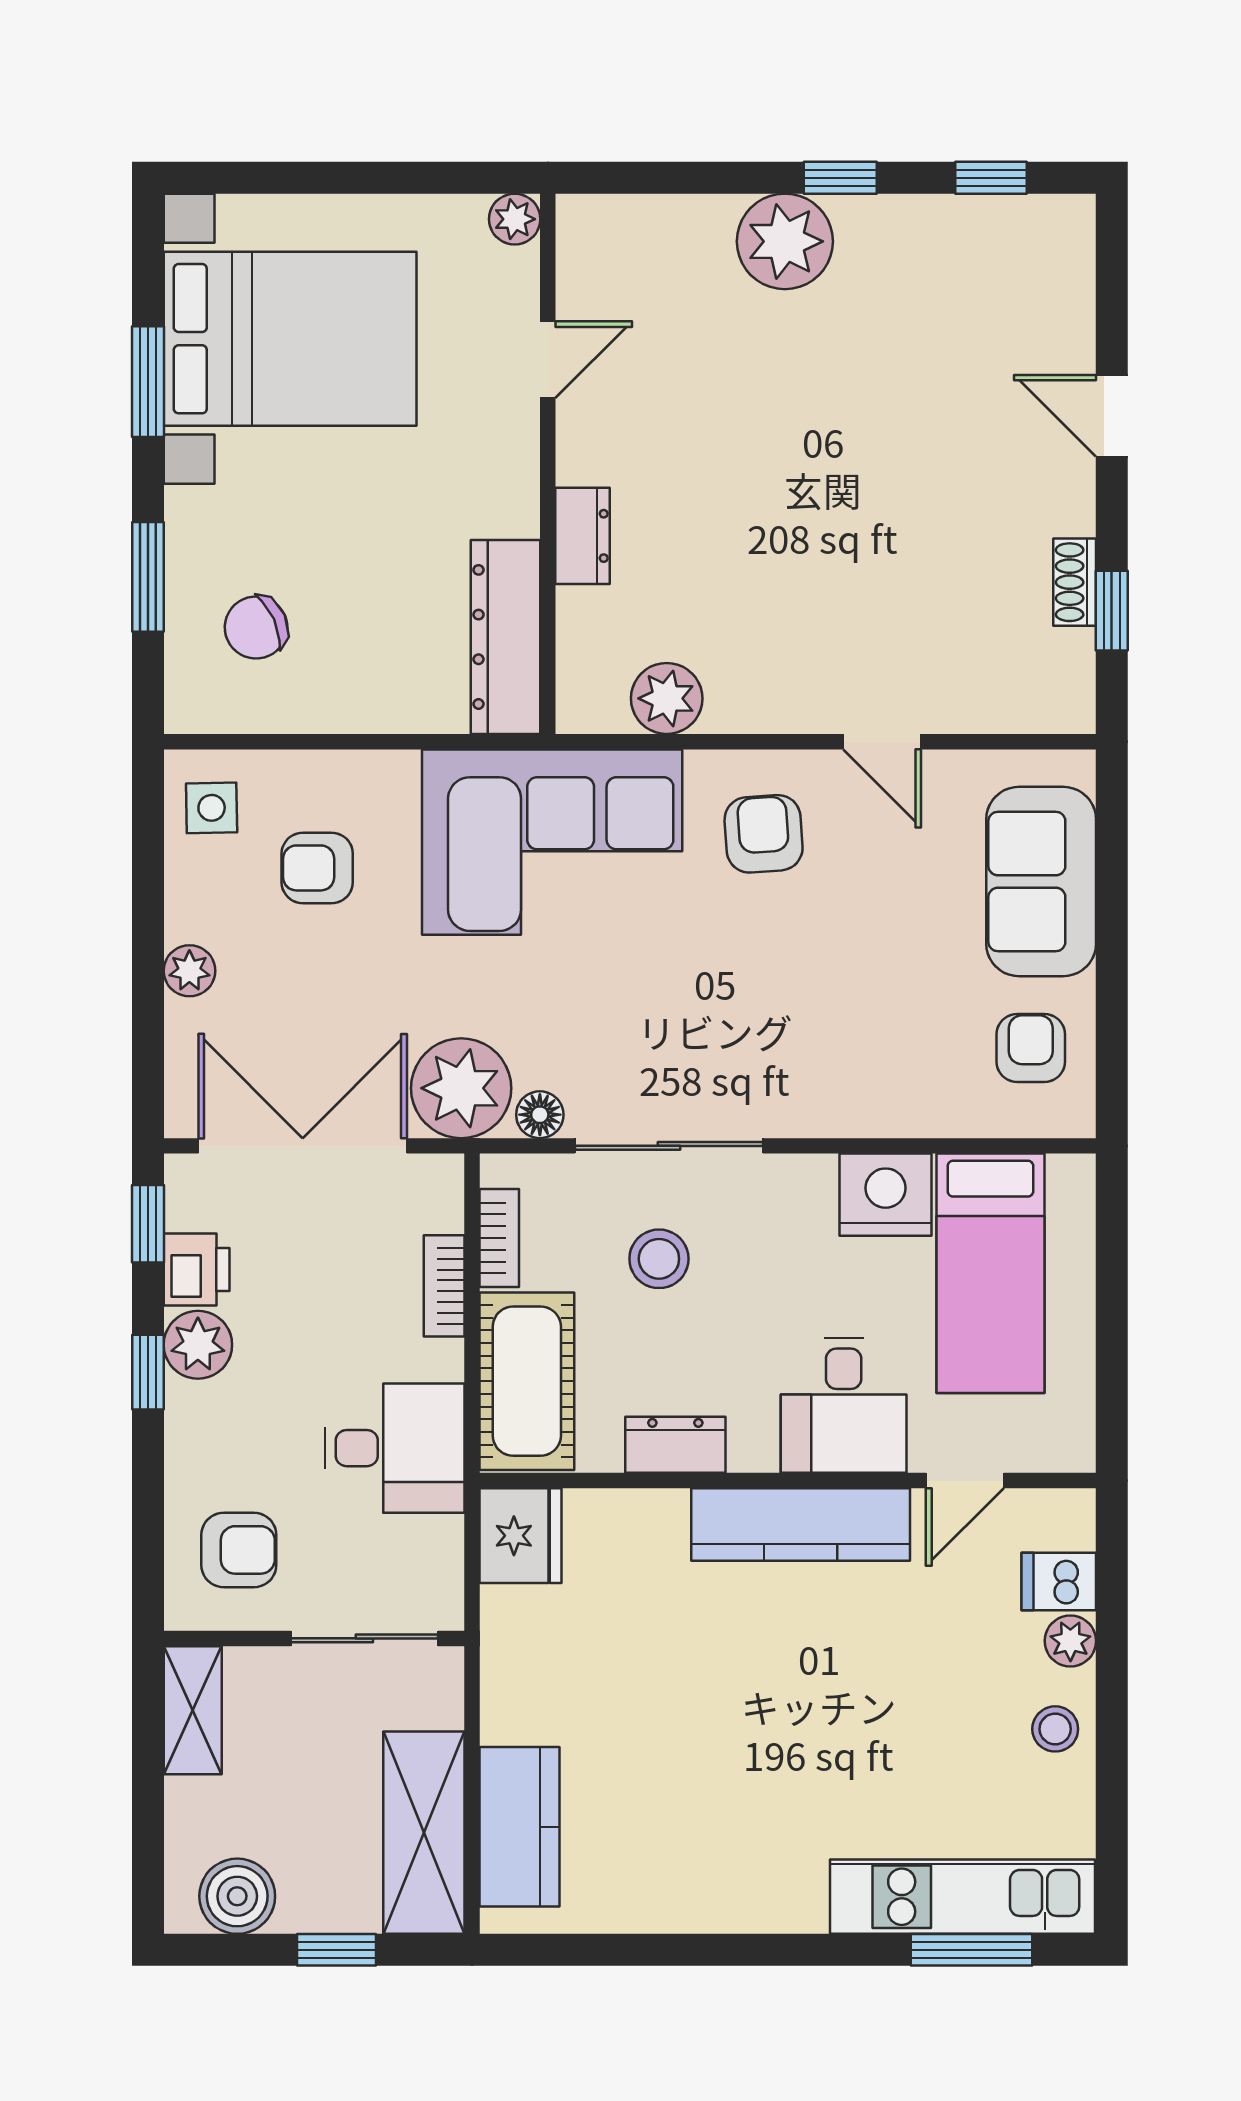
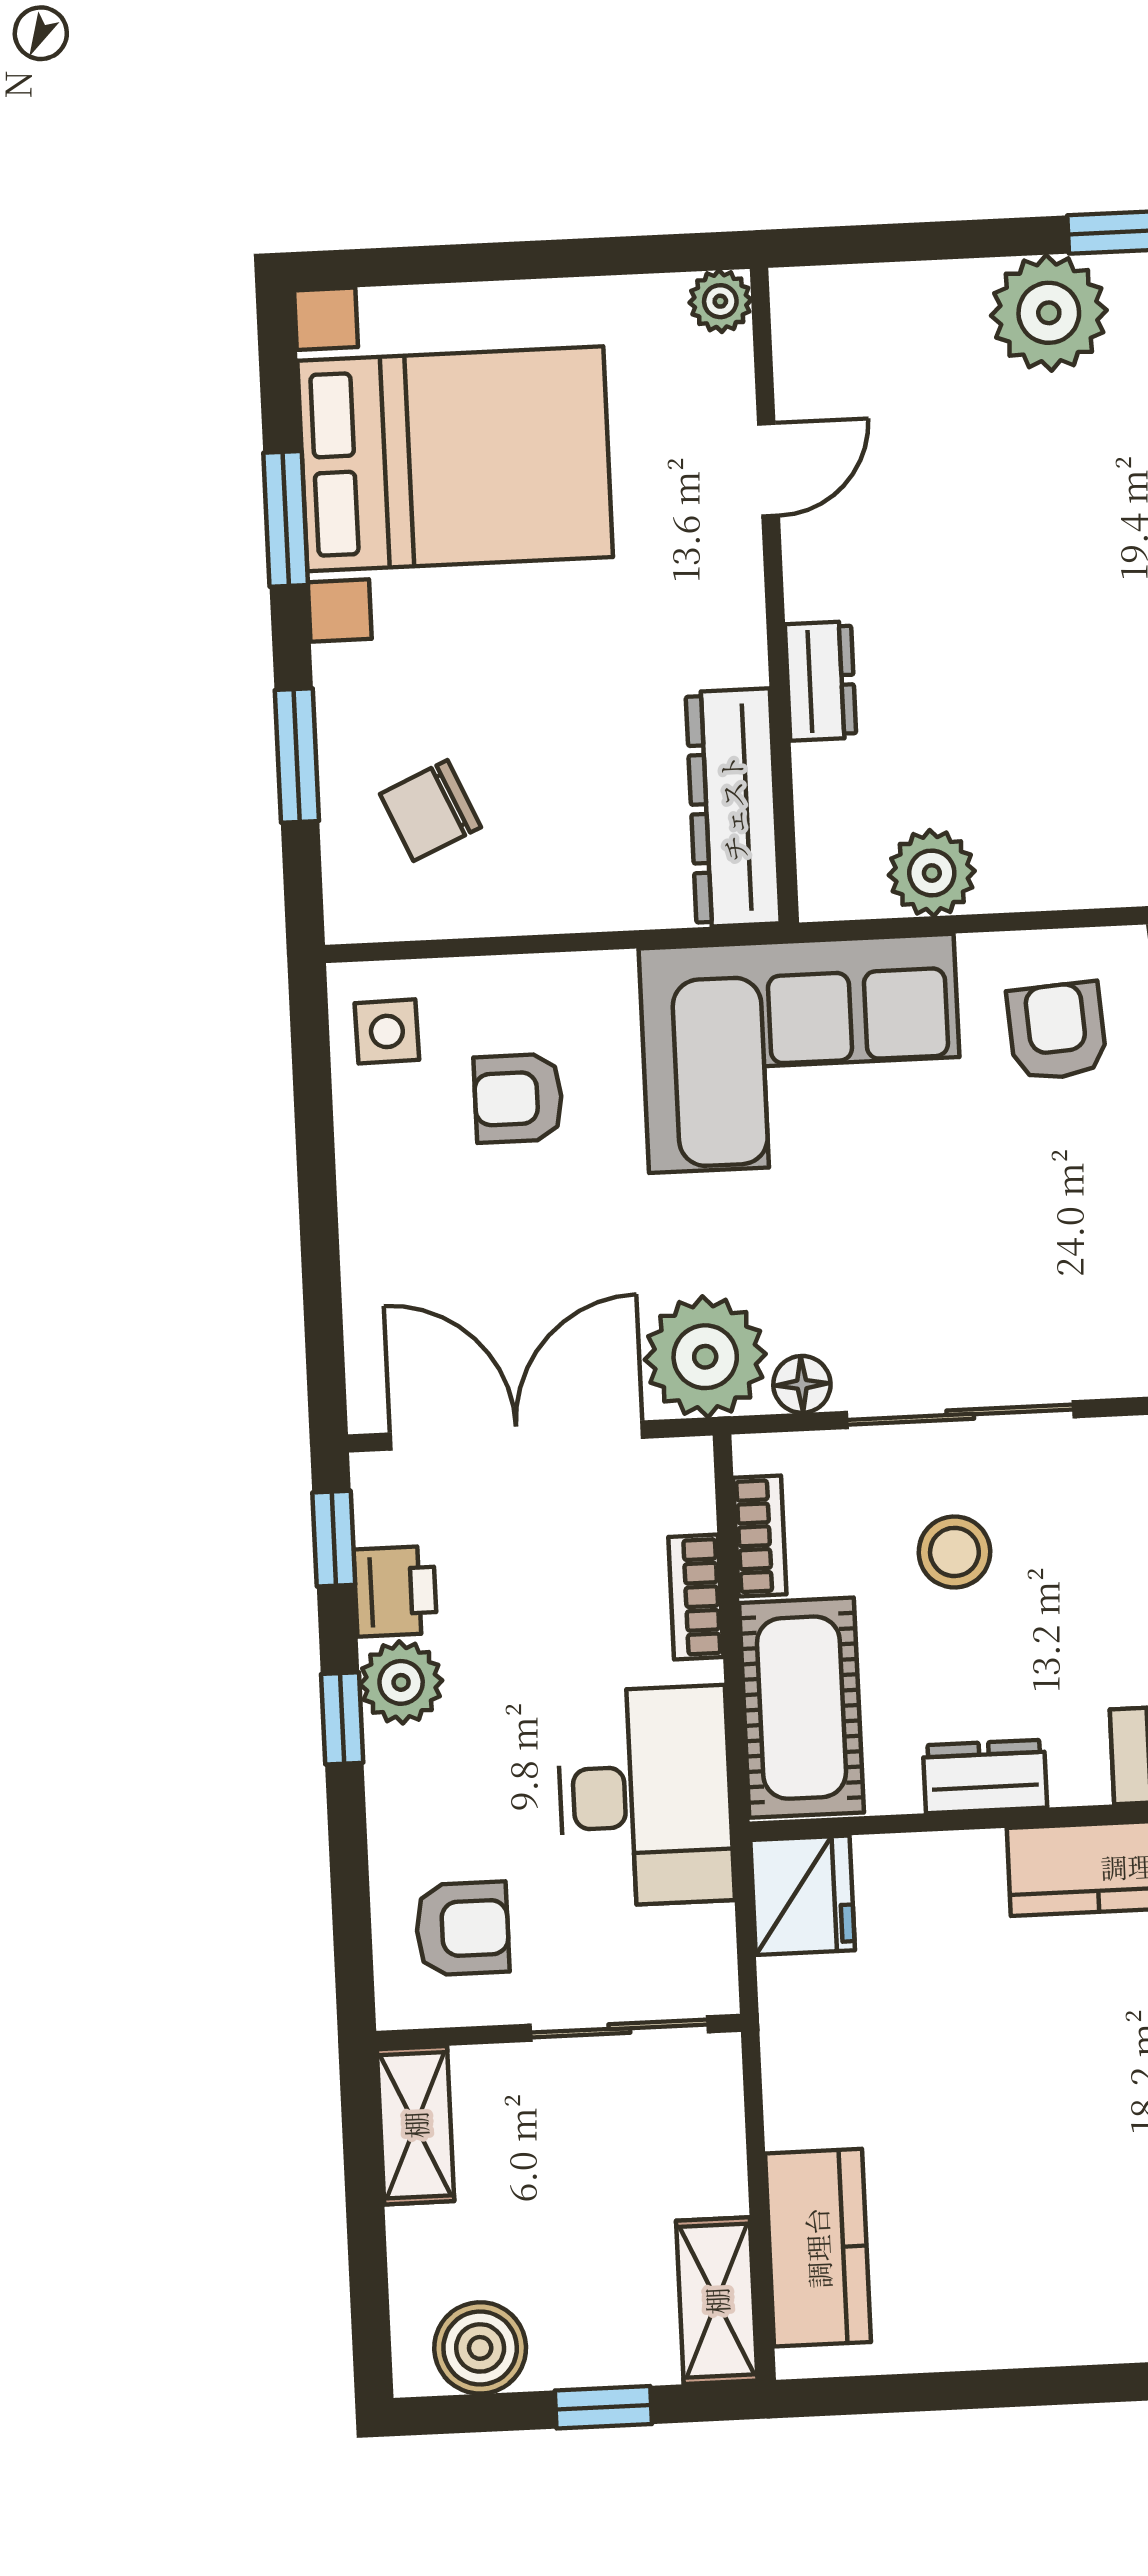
plant: (189, 971) -> (369, 1230), removed
desk: (395, 1448) -> (645, 1796), width x1.37
shelving: (424, 1833) -> (717, 2301), width x0.67, depth x0.75

